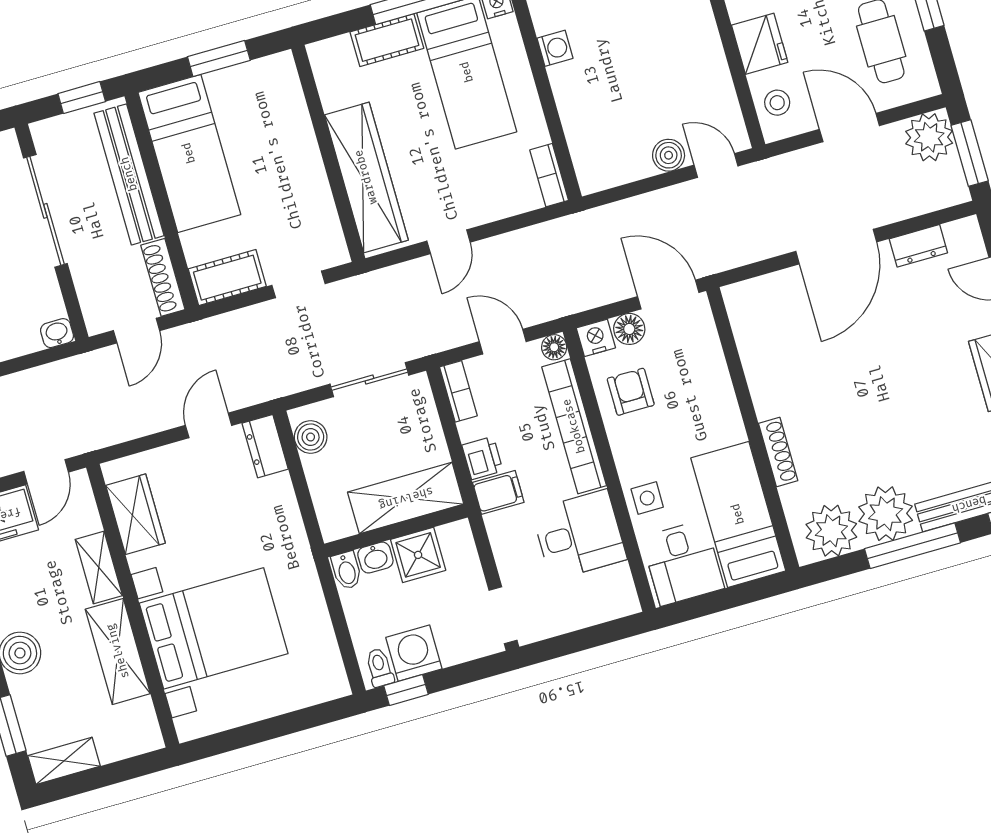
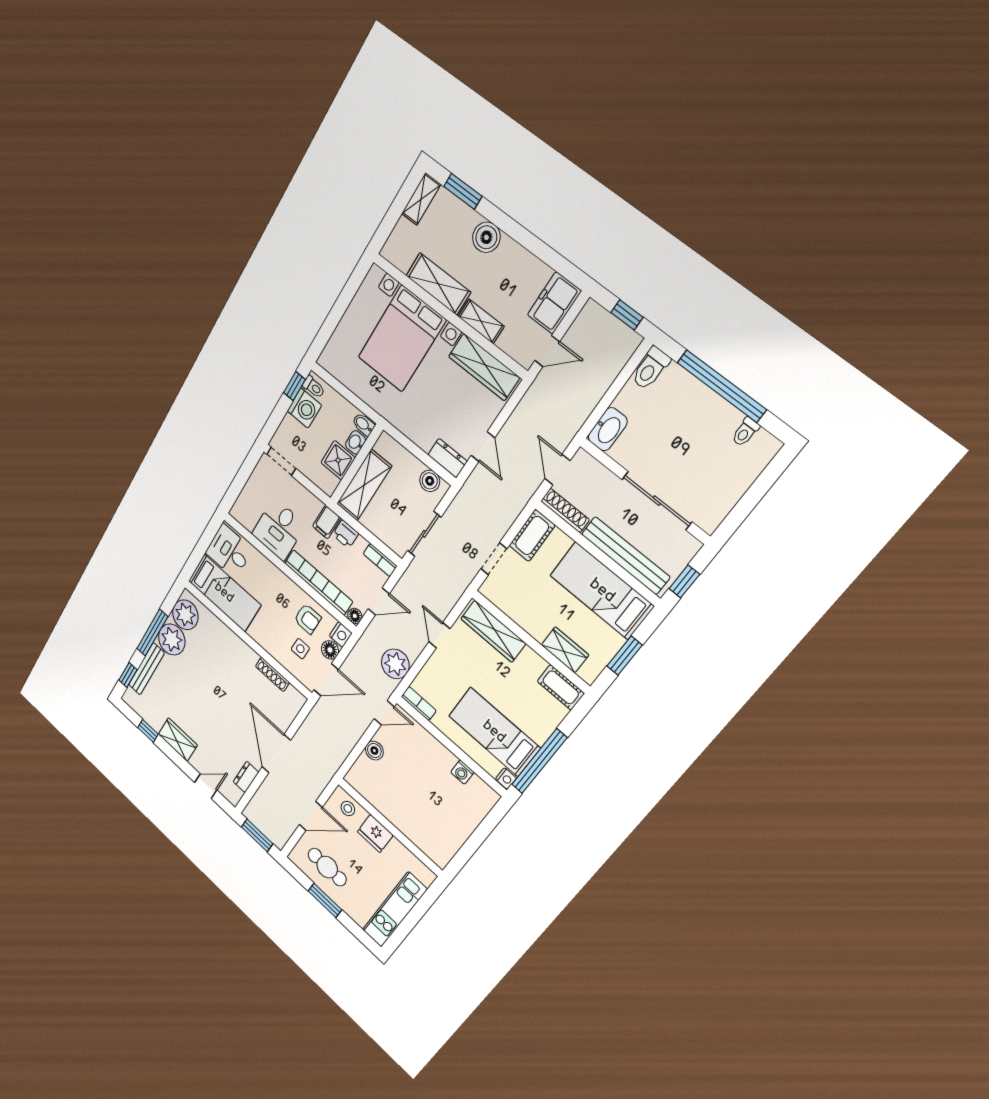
cot: (387, 40) -> (561, 687), moved, turned 90
wardrobe: (290, 114) -> (565, 650), added
plant: (929, 137) -> (395, 664), moved
door: (716, 166) -> (384, 713), moved
wardrobe: (366, 177) -> (493, 631), width x0.71, depth x0.85
washbasin: (57, 333) -> (608, 429), width x1.91, depth x1.45
shoe rack: (778, 452) -> (272, 674), moved
door: (46, 472) -> (547, 351), swing flipped
side table: (647, 498) -> (300, 649), moved
wardrobe: (136, 514) -> (484, 367), width x1.50

